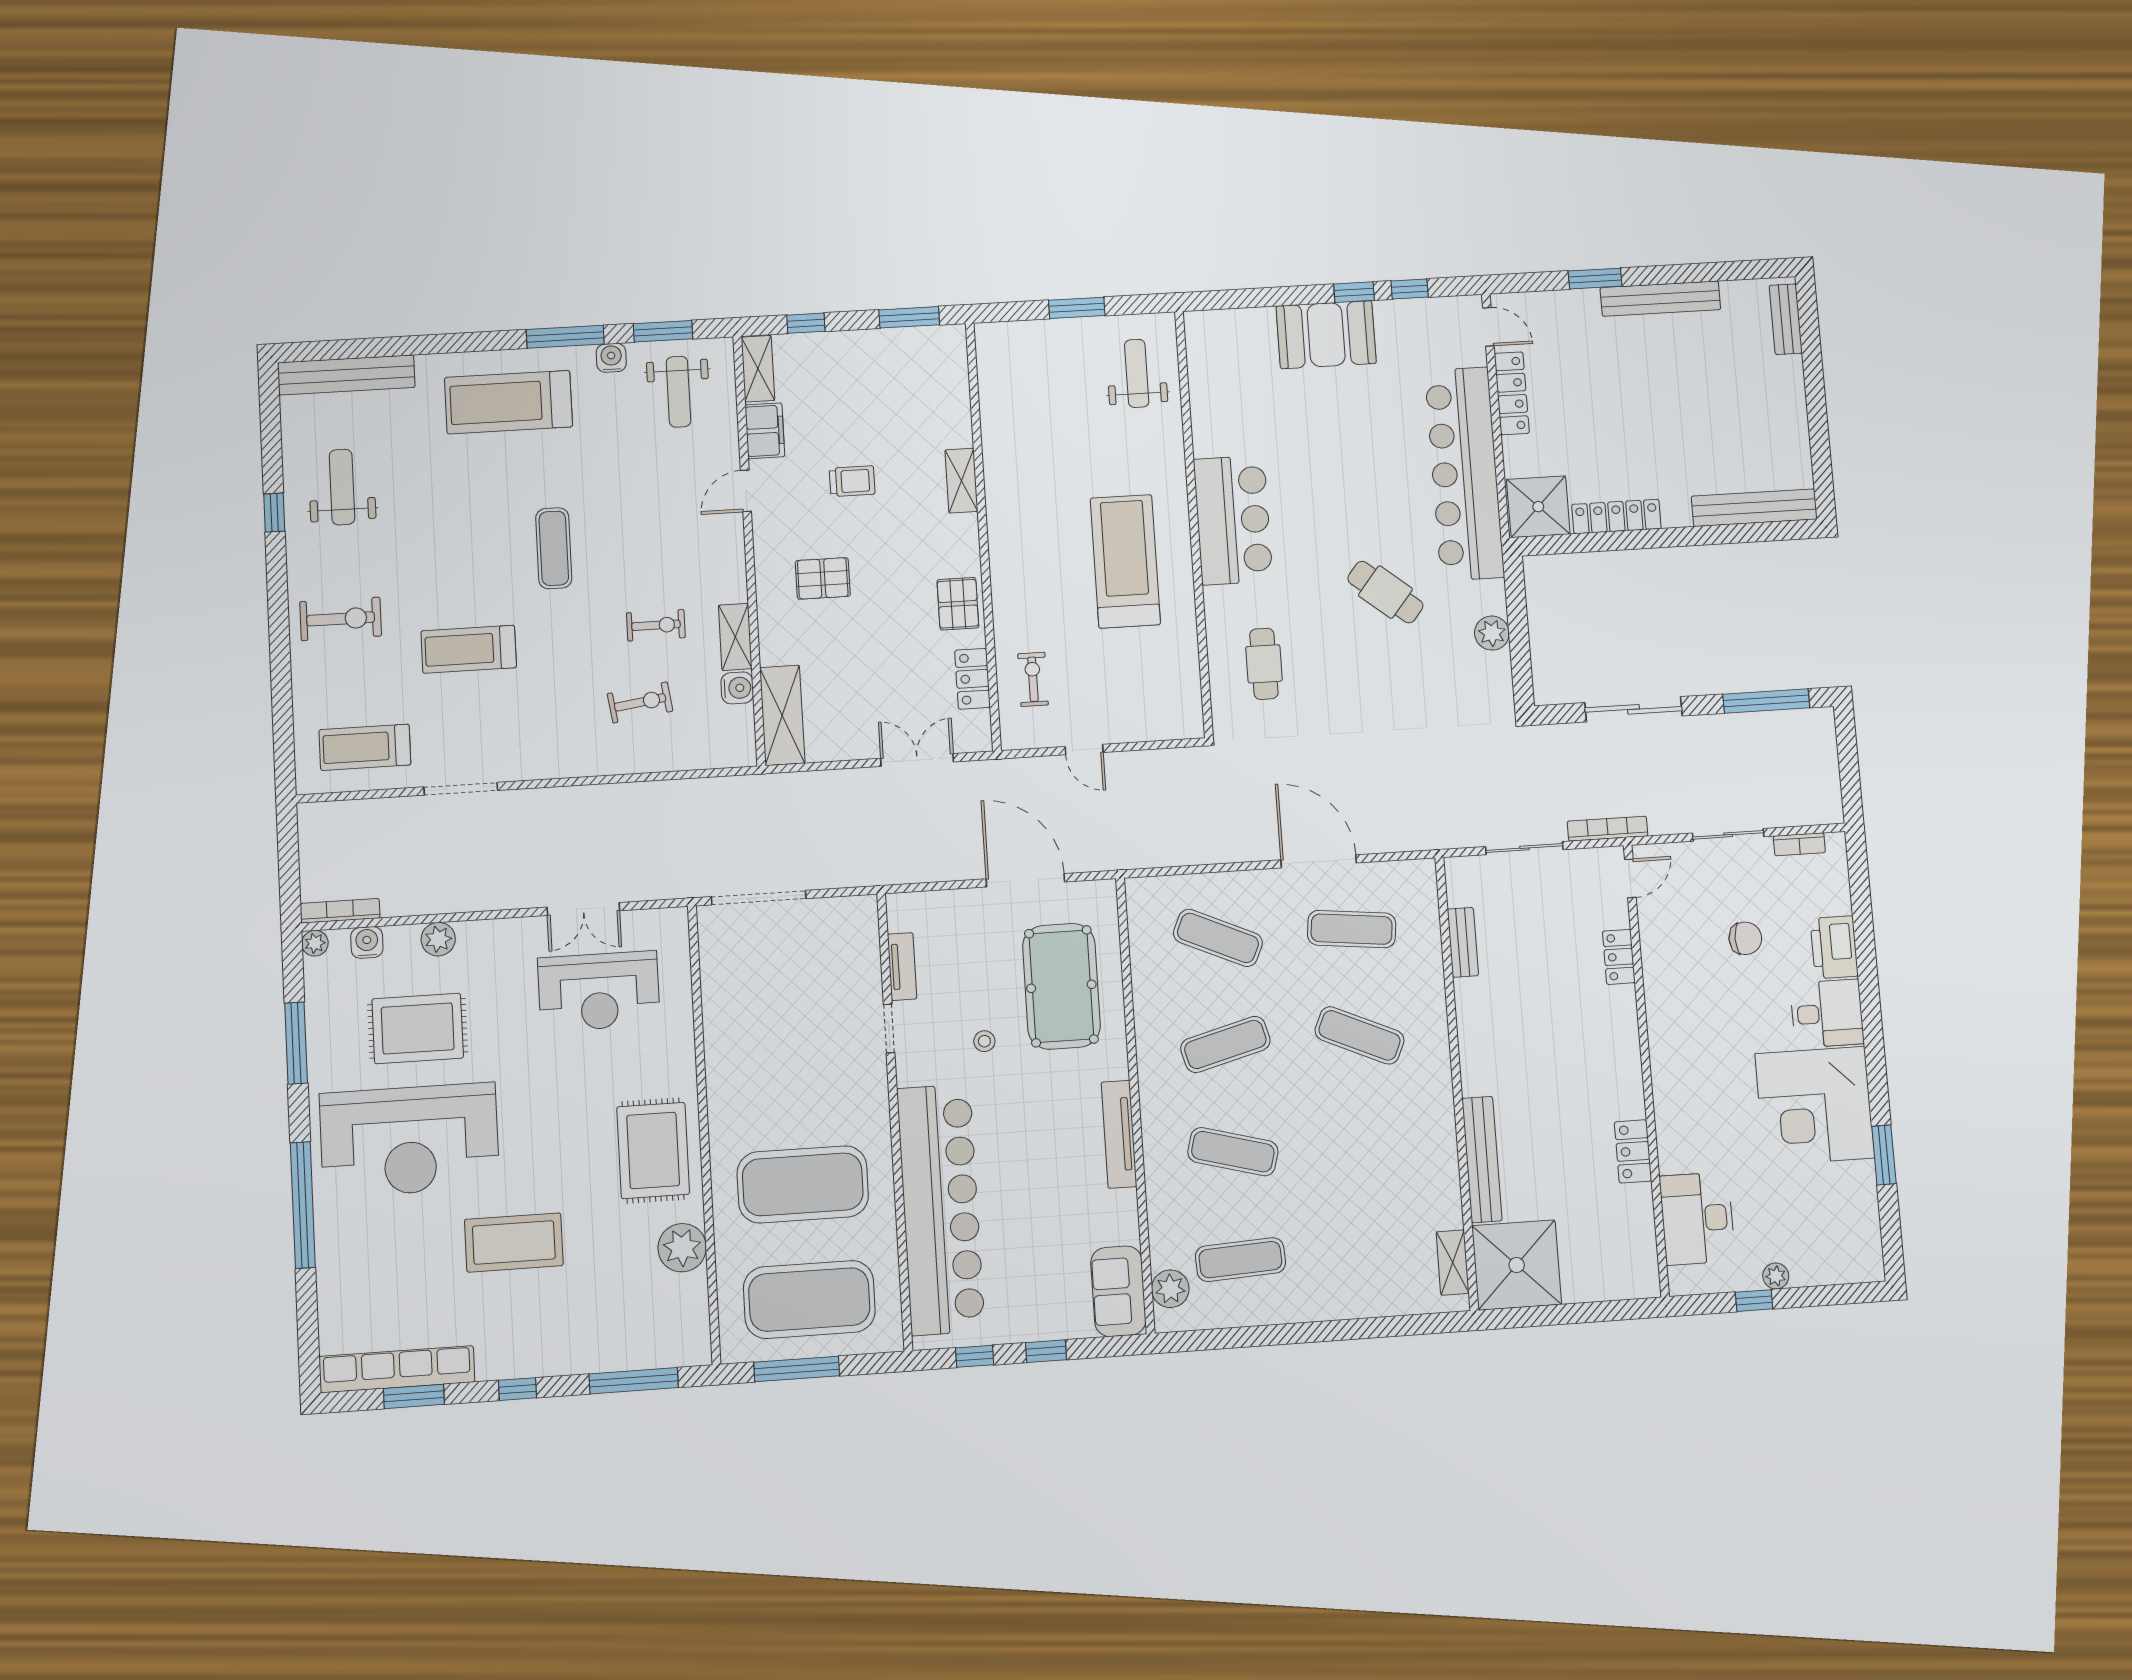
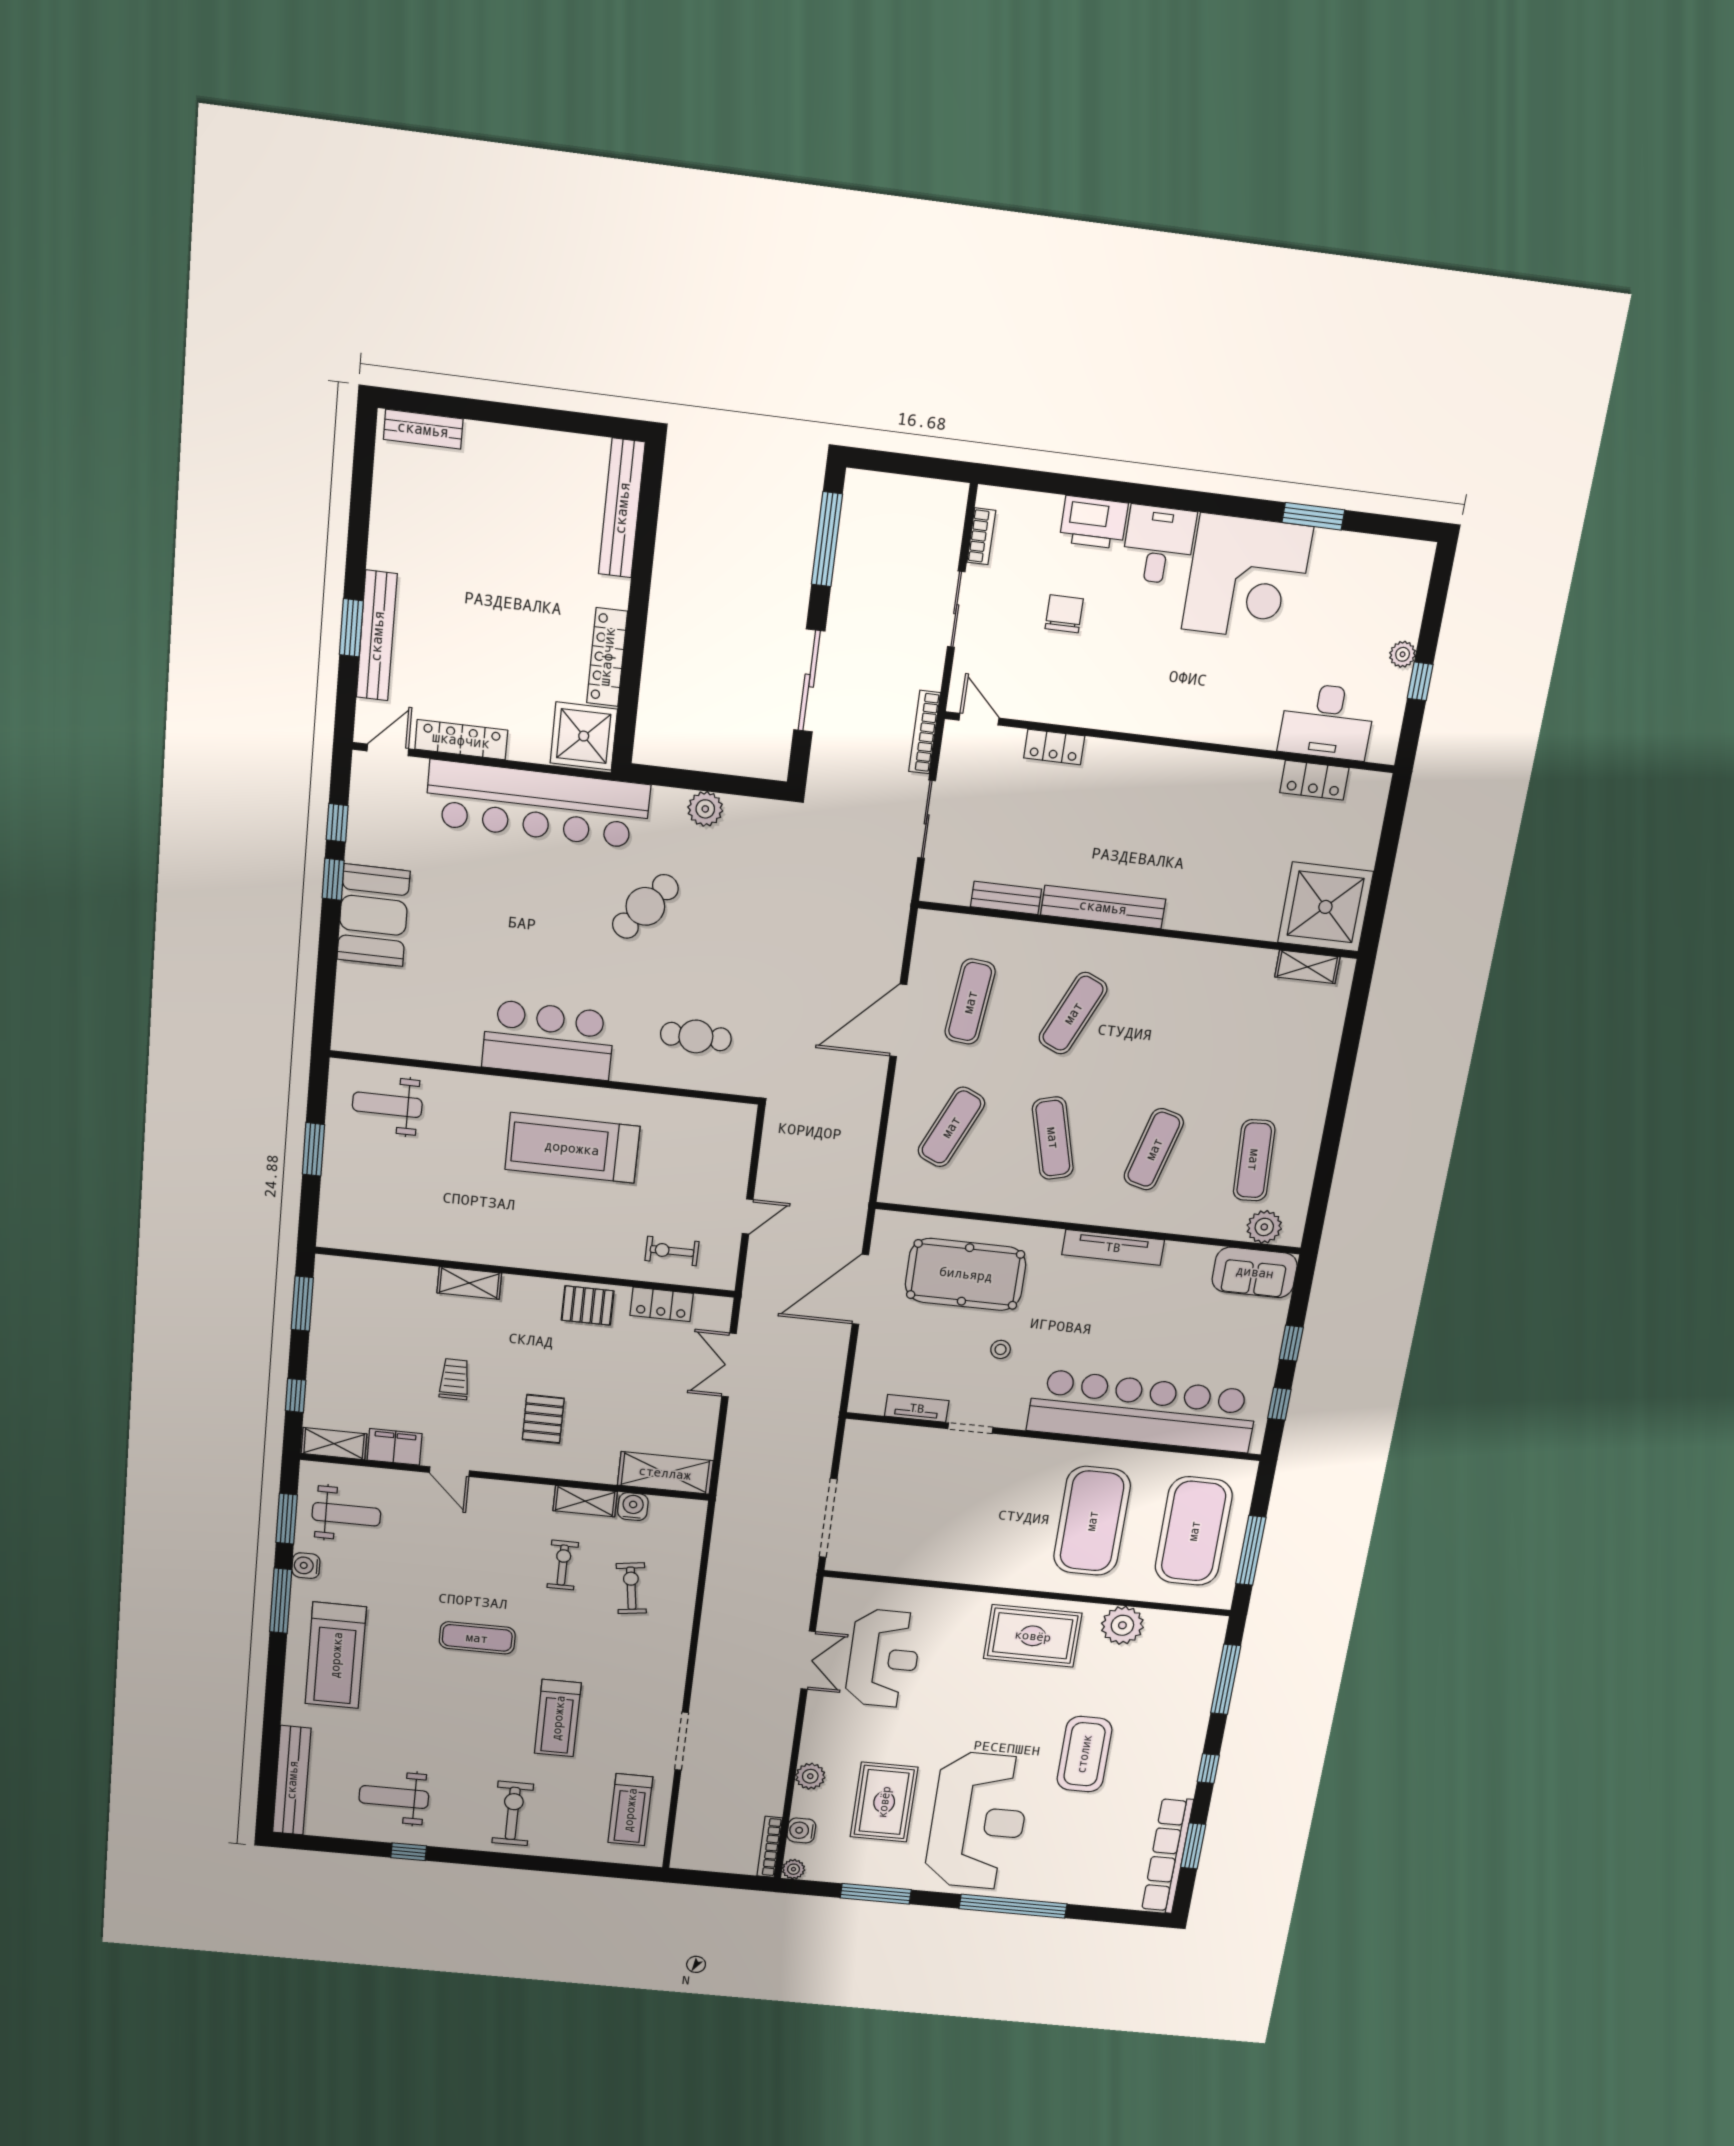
bench: (1660, 299) -> (377, 636), moved
locker: (1633, 1151) -> (1314, 780), moved
bench: (1482, 1159) -> (1103, 907), moved

